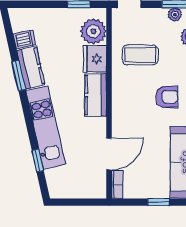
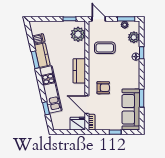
fridge: (95, 59) -> (78, 124), moved, turned 90
armchair: (167, 97) -> (103, 88), moved
door: (109, 154) -> (87, 105), swing flipped

